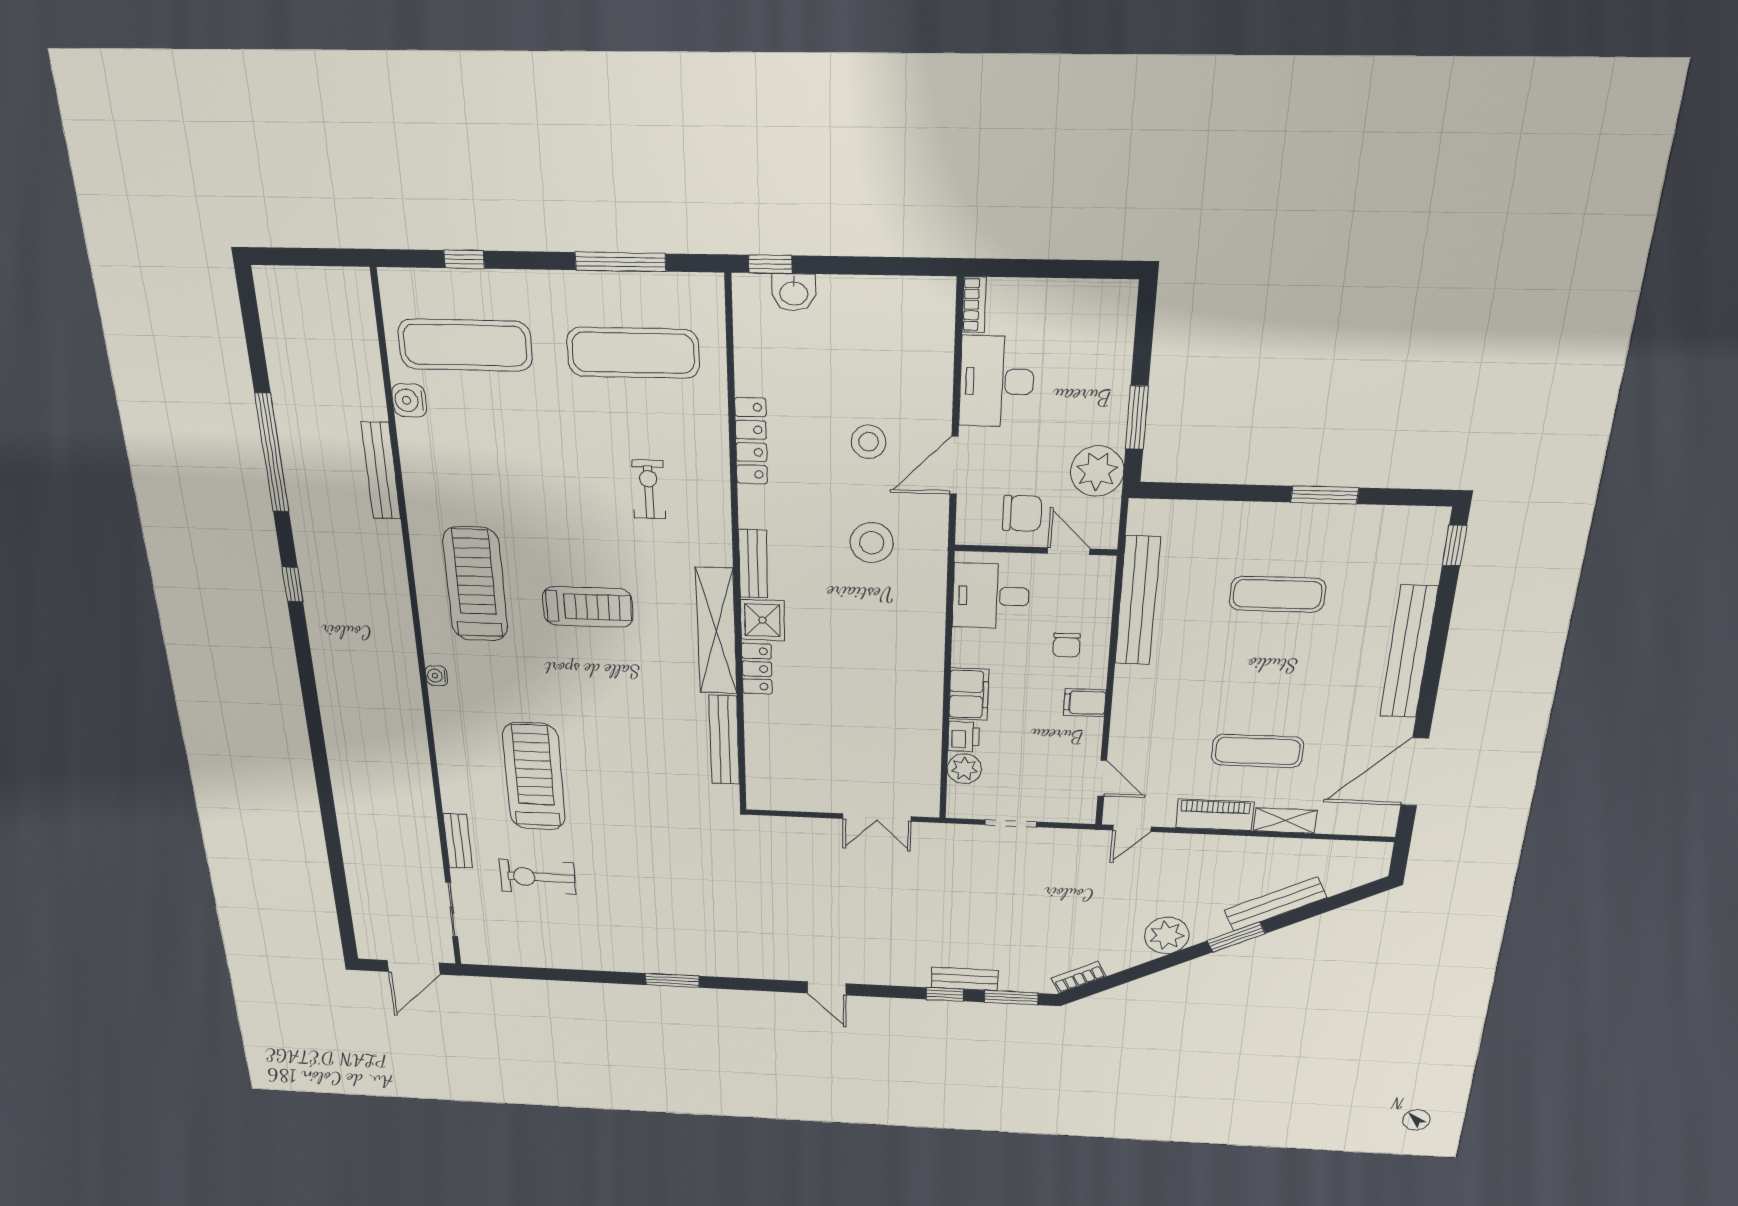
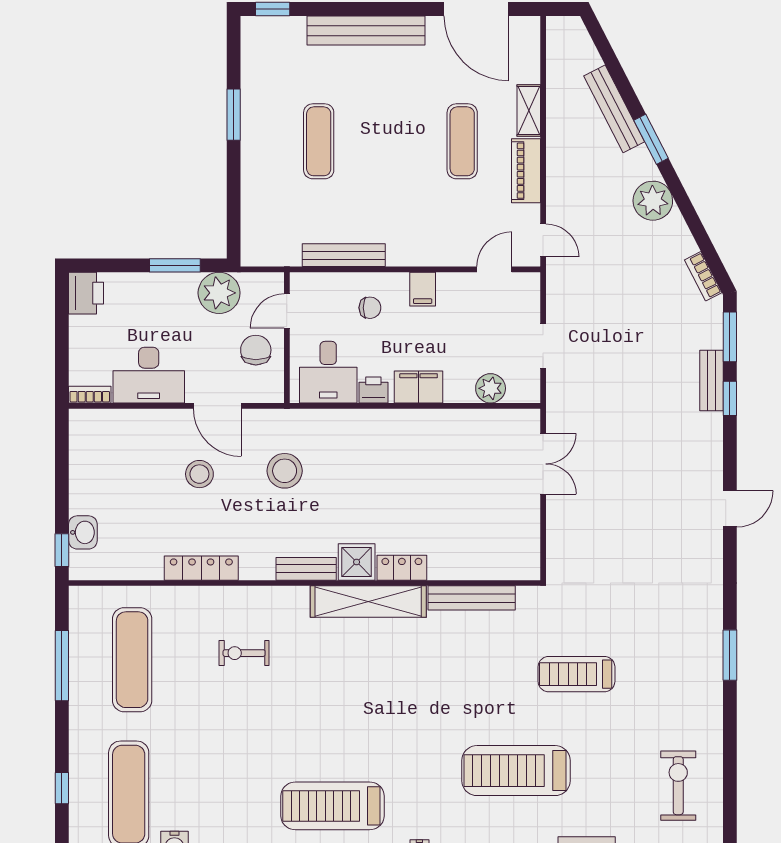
printer: (1109, 302) -> (86, 293), added
bench: (1137, 601) -> (344, 255), width x0.73, depth x0.82
treadmill: (588, 607) -> (576, 674), moved, turned -90
printer: (964, 737) -> (373, 390), moved
exercise bike: (538, 877) -> (678, 786), moved, turned 180

